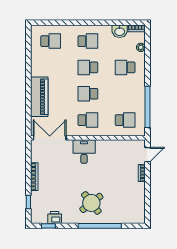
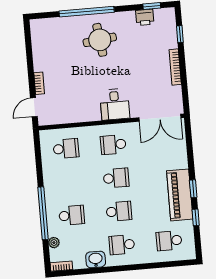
washbasin: (120, 31) -> (96, 259), moved
window: (28, 58) -> (196, 217), added
window: (28, 80) -> (193, 189), added
piano: (39, 97) -> (180, 195), moved
window: (147, 107) -> (43, 213), moved
school desk: (125, 120) -> (66, 149), turned 180
round table: (91, 203) -> (100, 40), turned 31

